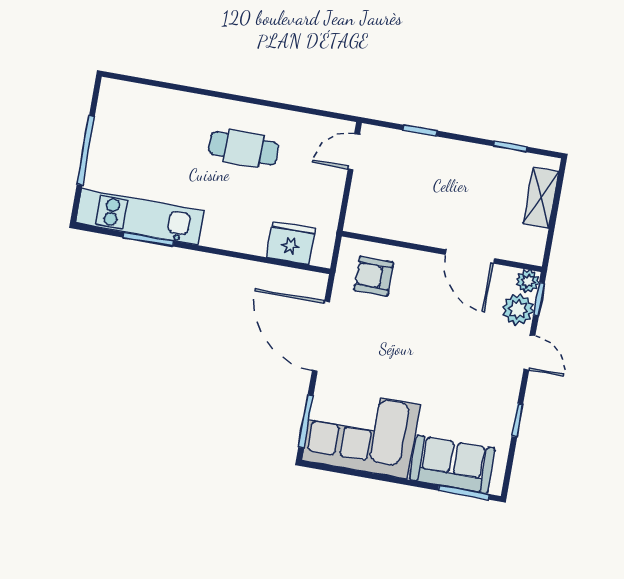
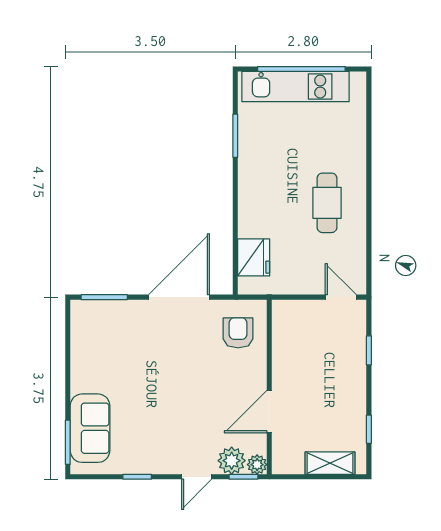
window: (86, 150) -> (301, 69), width x1.46
kitchen unit: (140, 217) -> (295, 87), moved, turned 90
corner sofa: (361, 432) -> (103, 346), removed

